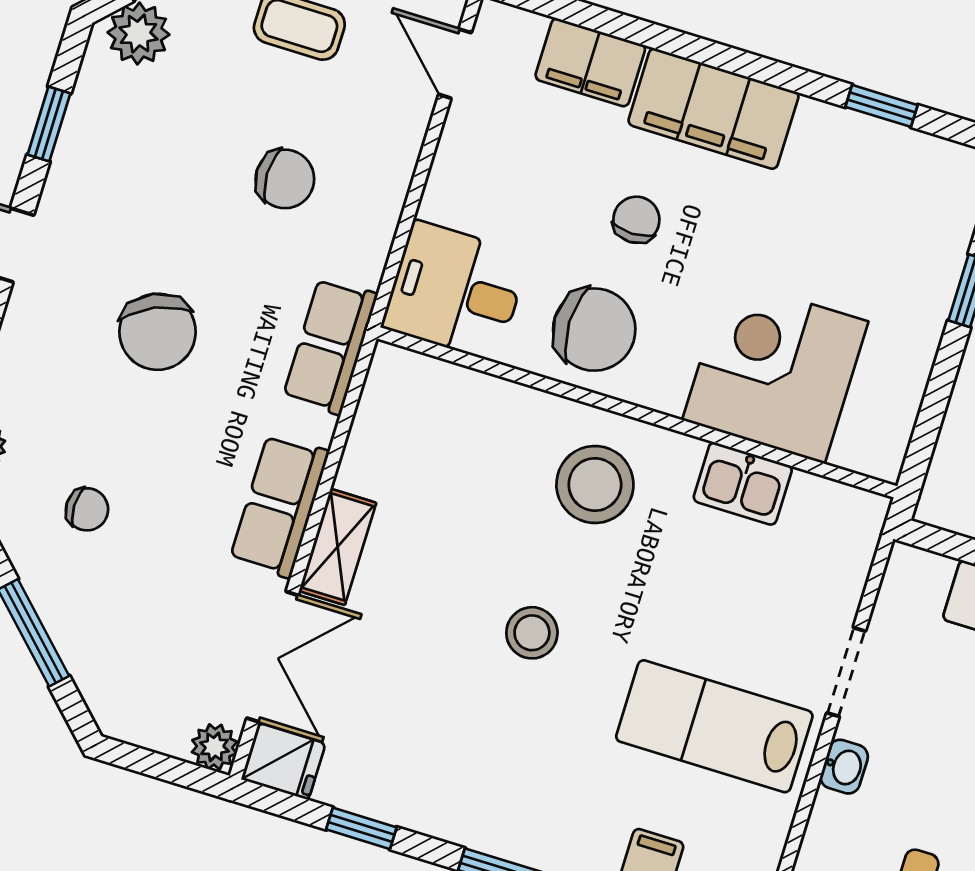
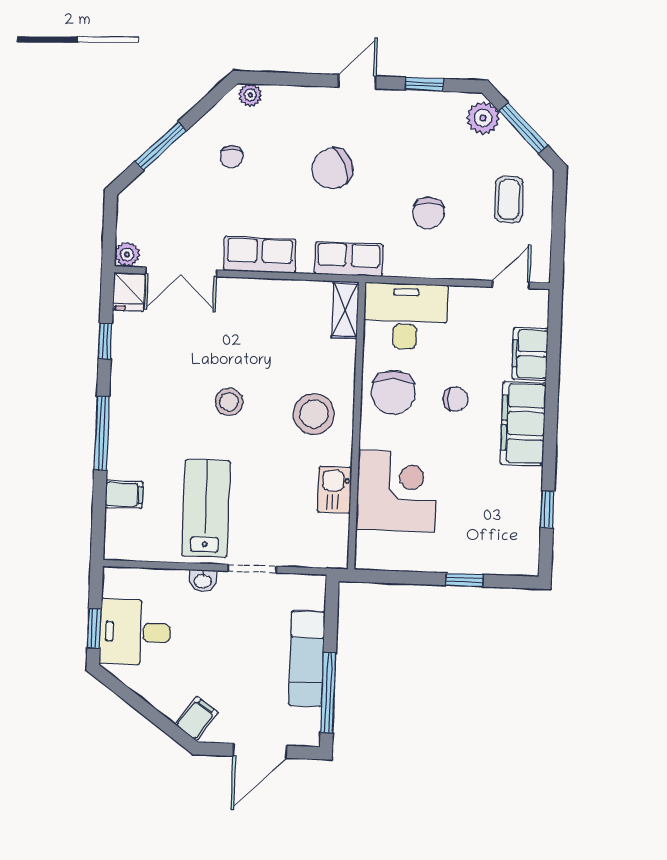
desk: (455, 291) -> (405, 316), width x1.37
shelving: (338, 547) -> (345, 310), moved, turned 90

